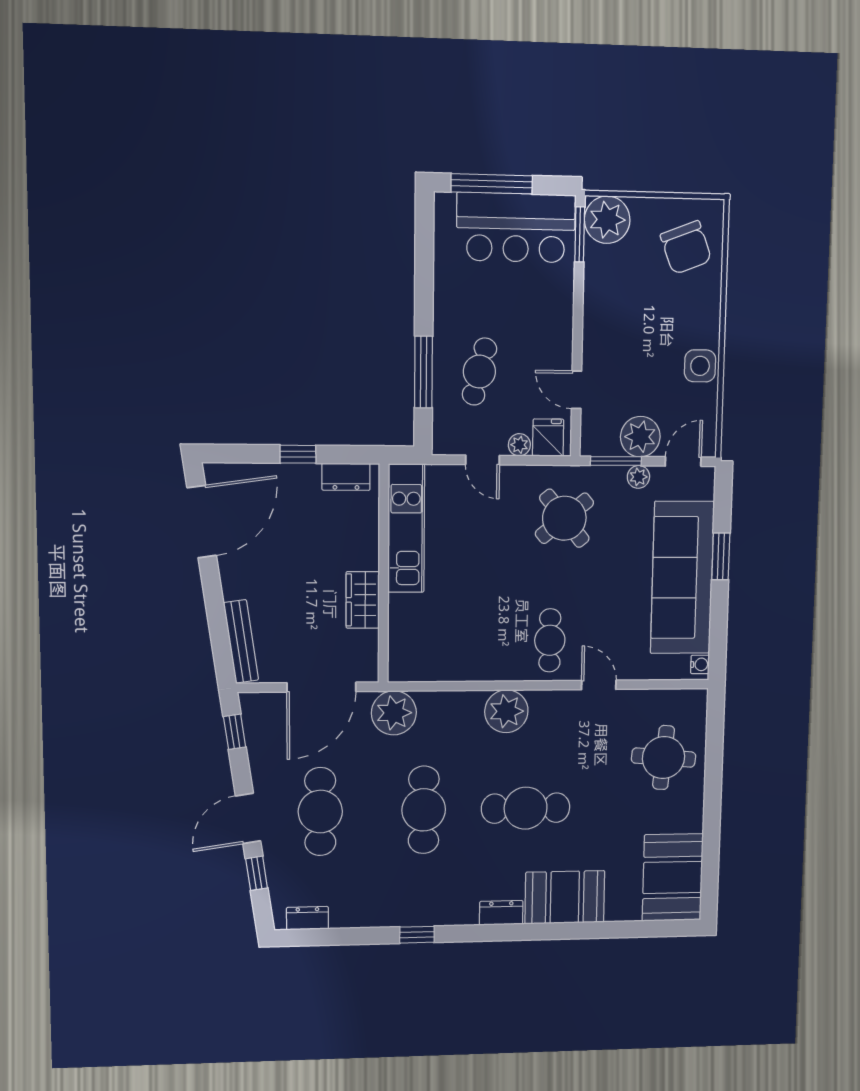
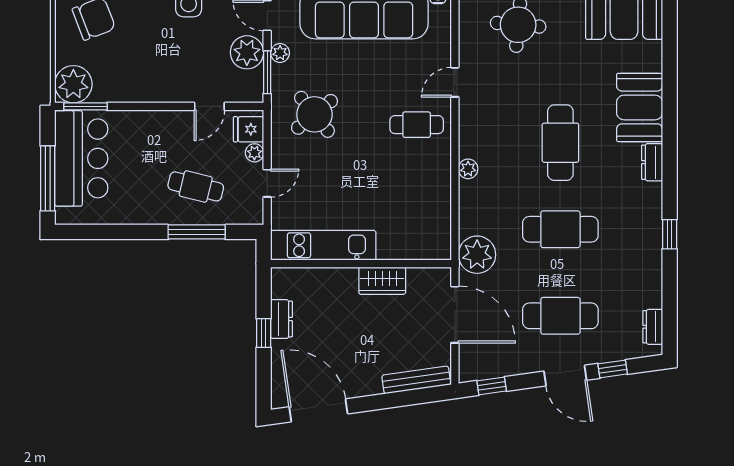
dresser: (346, 477) -> (282, 319), moved
plant: (506, 711) -> (468, 169), width x0.53, depth x0.53

